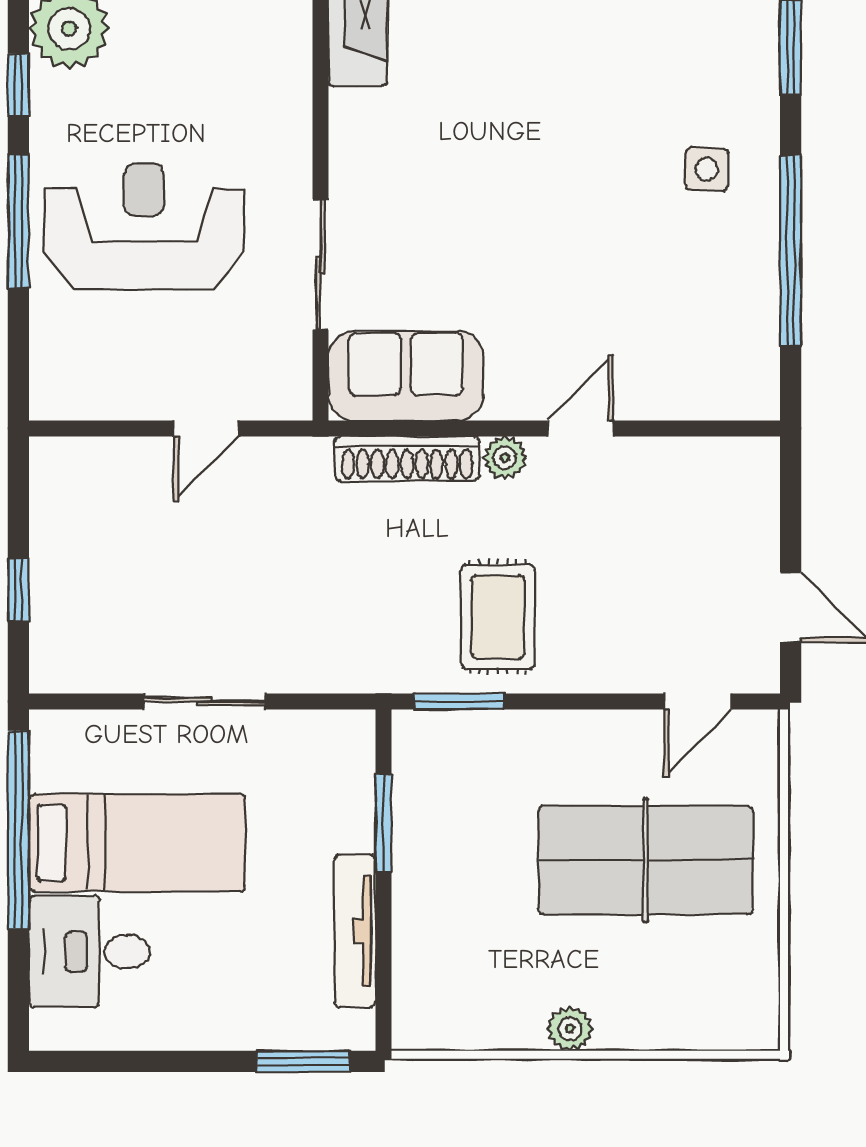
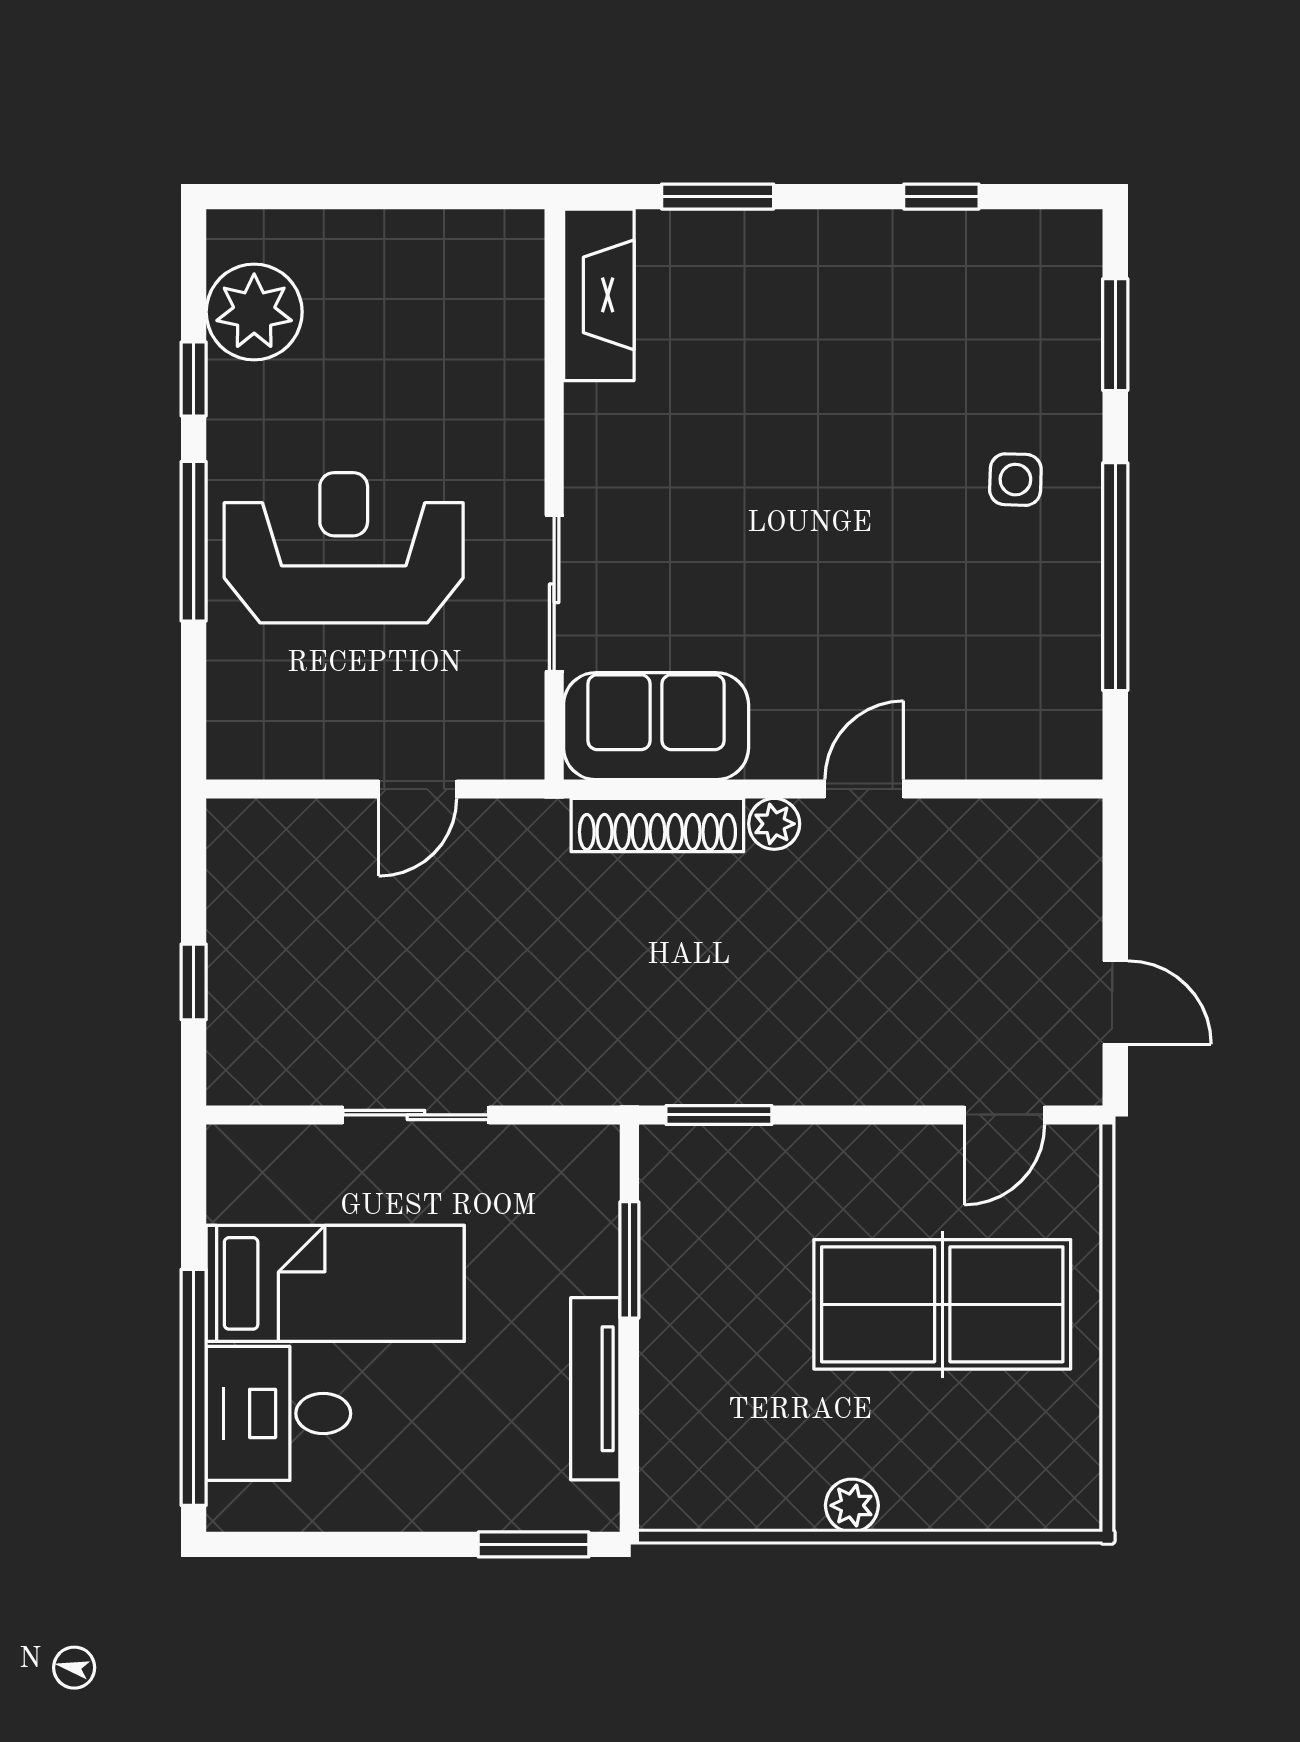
rug: (498, 617) -> (766, 1014), removed
window: (18, 830) -> (194, 1387), moved

